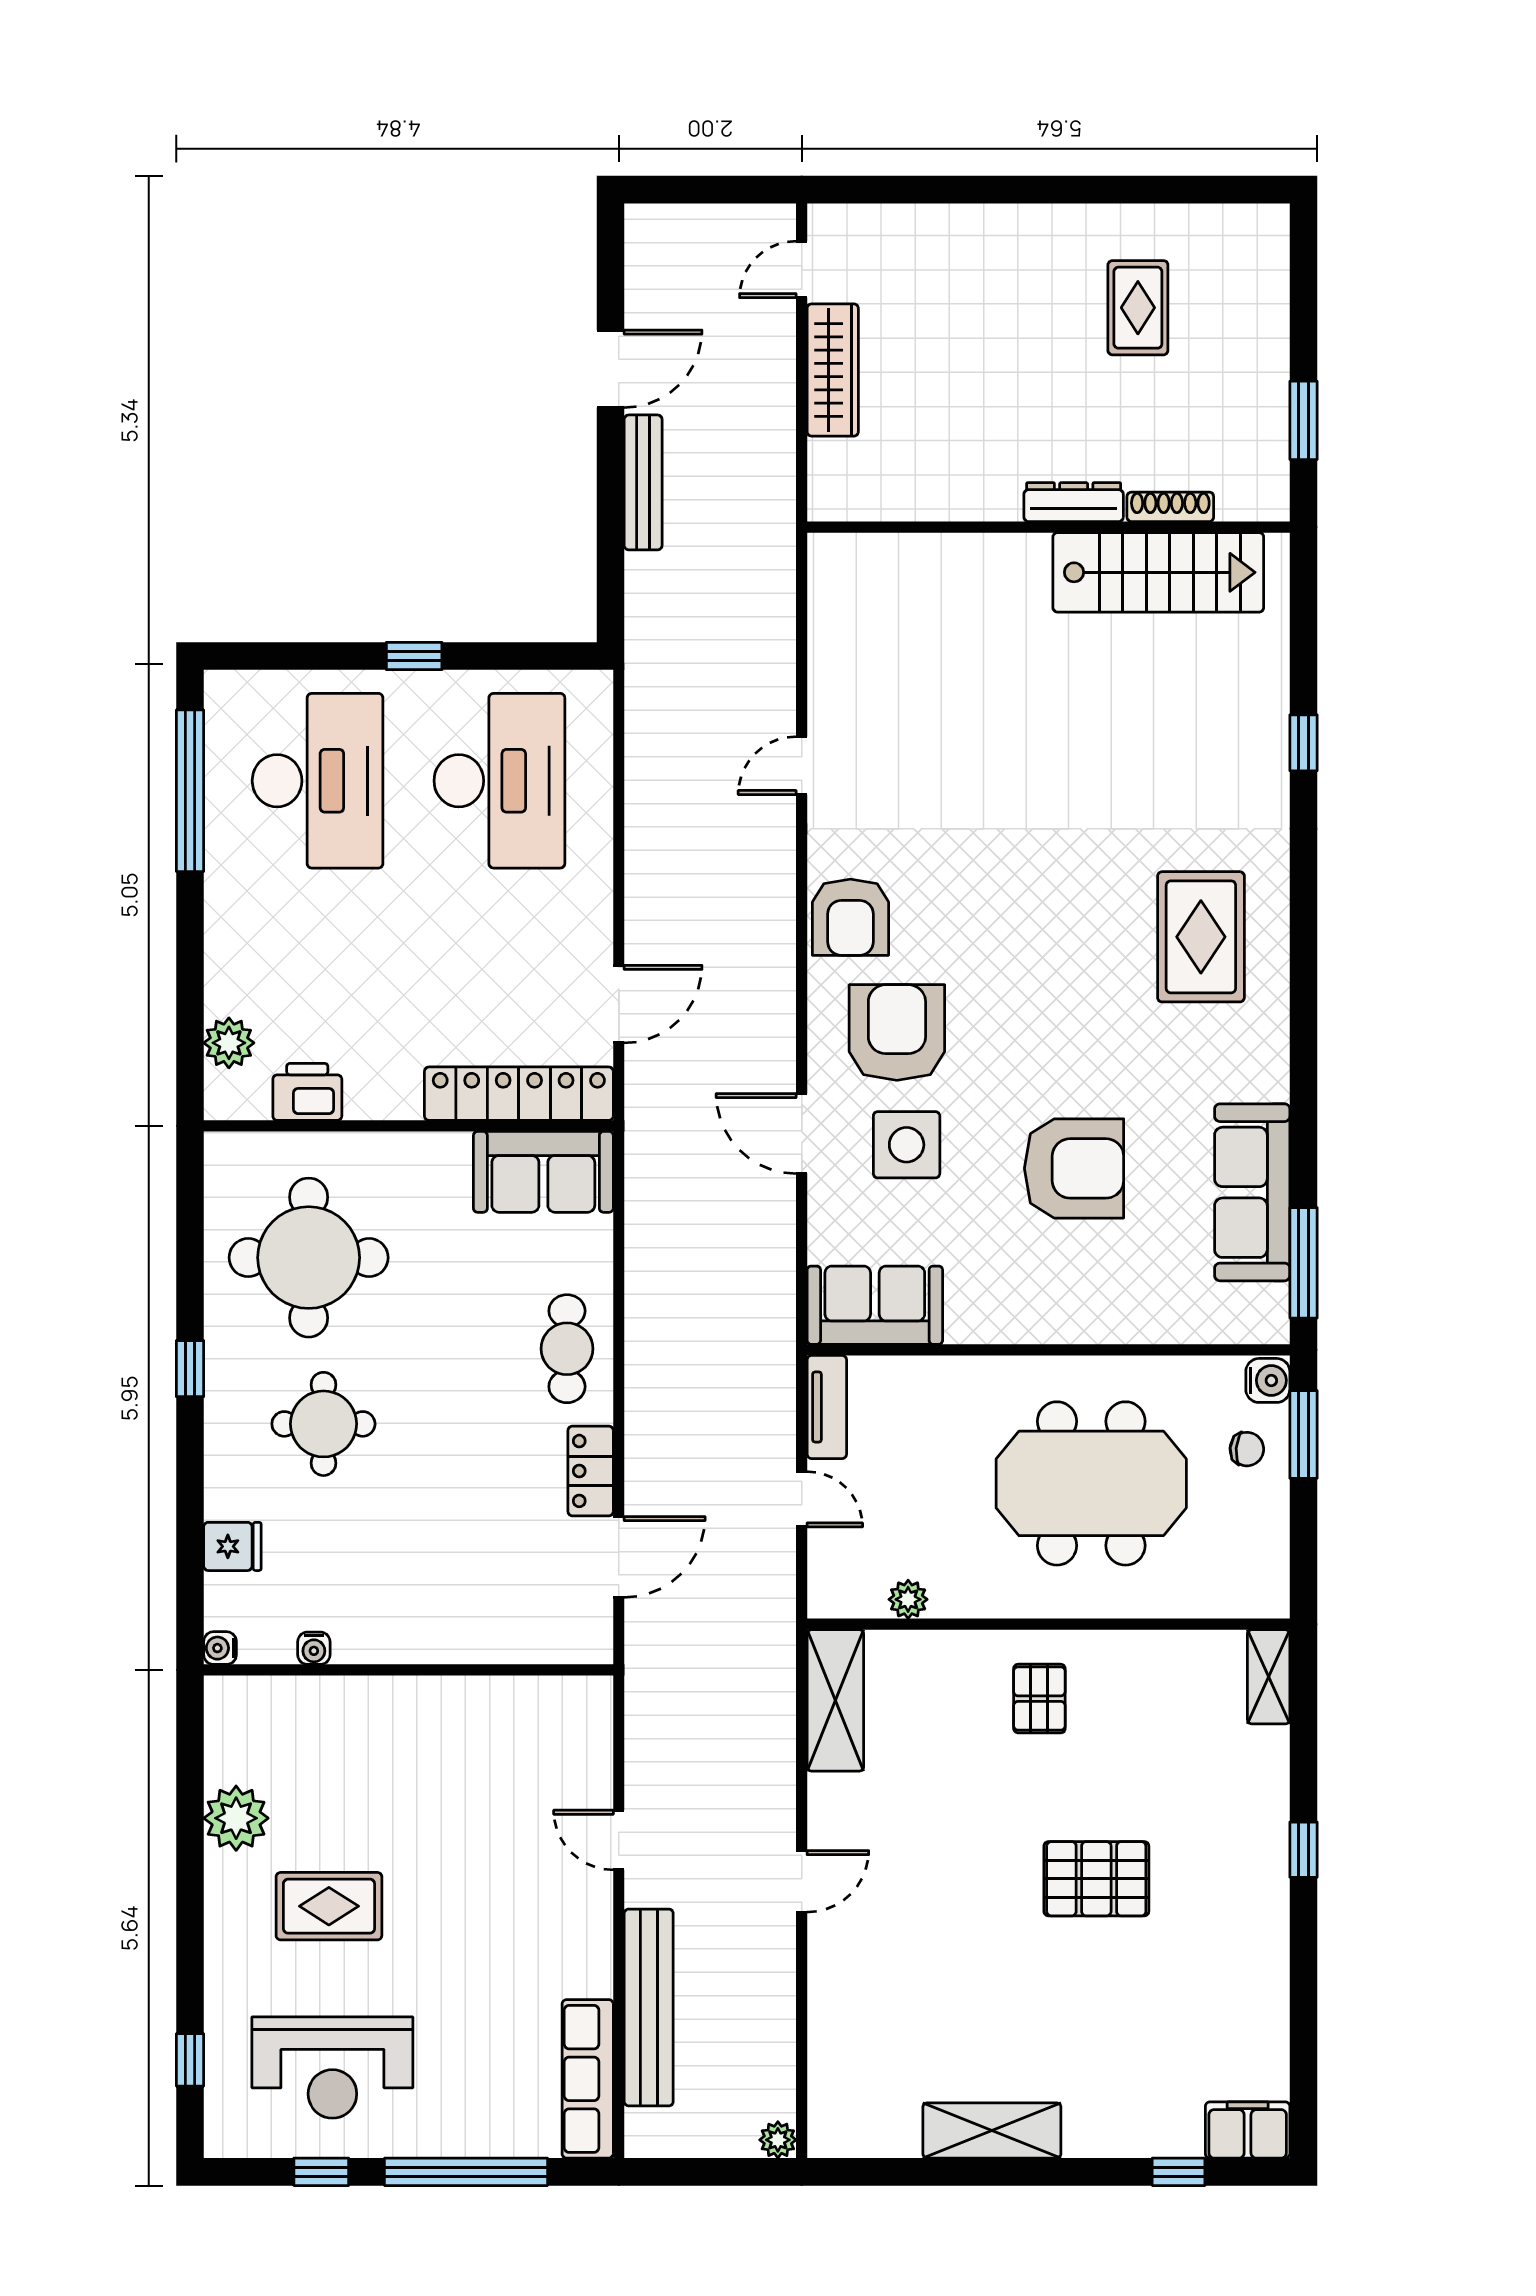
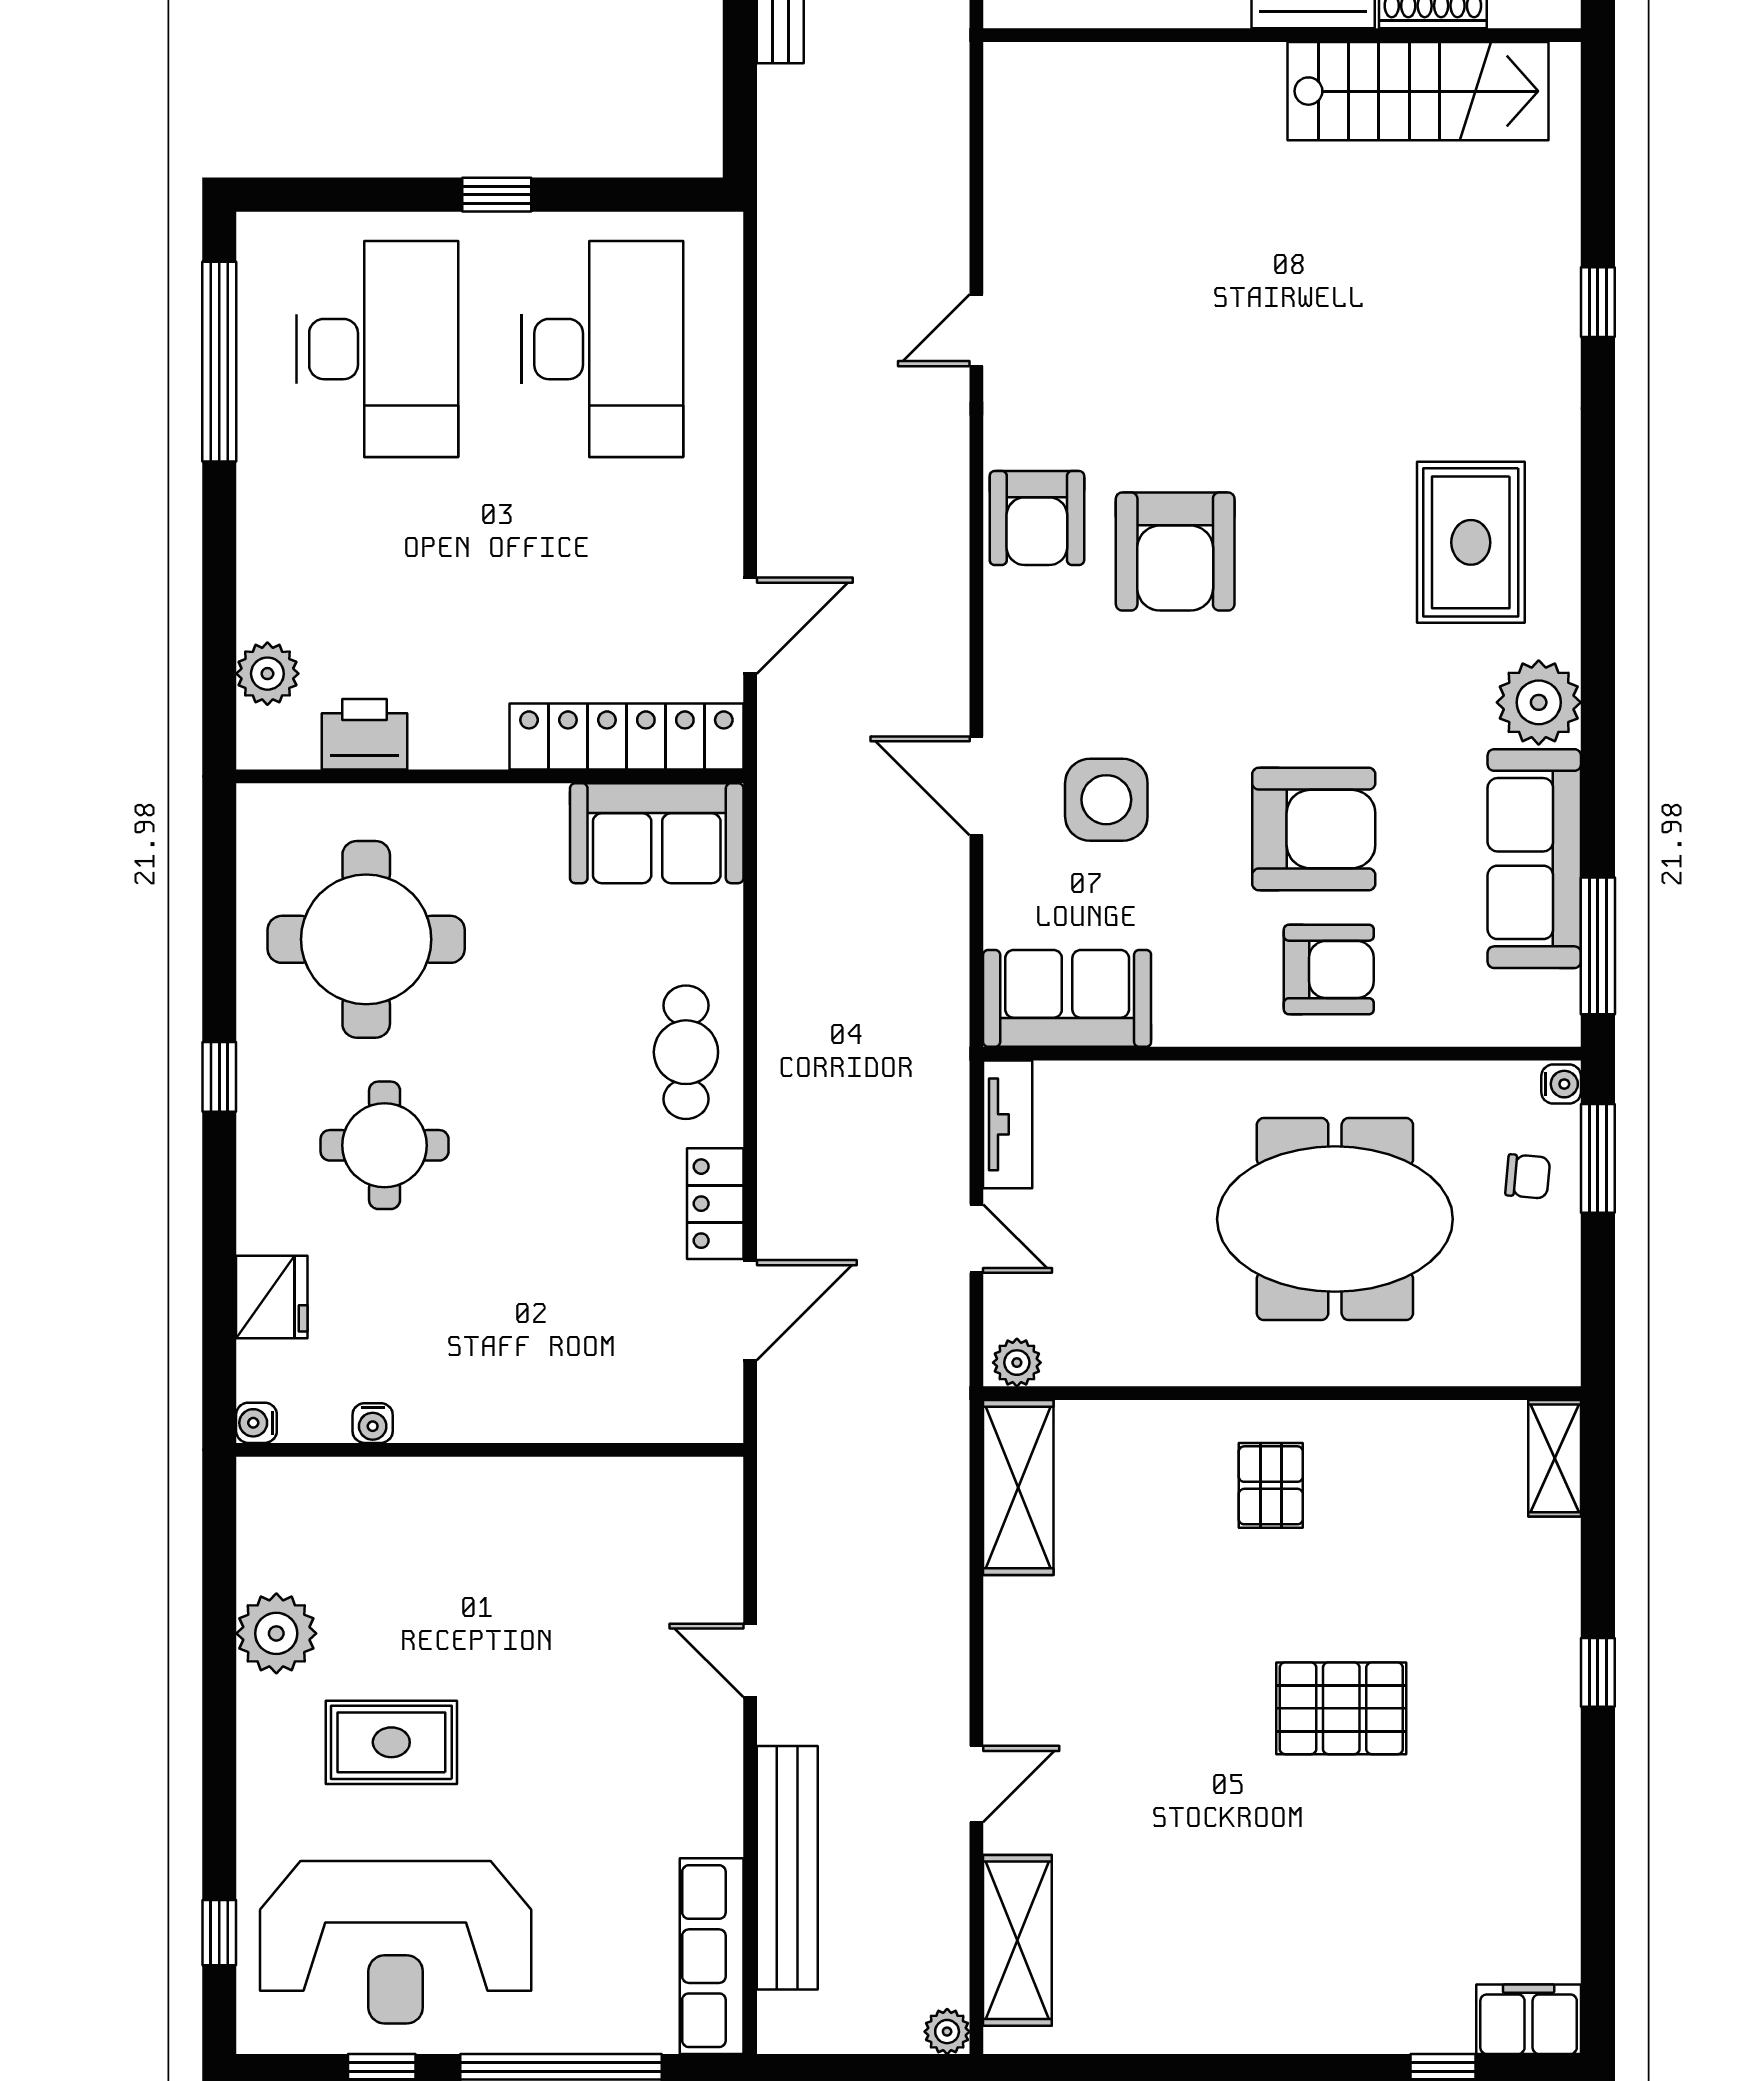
armchair: (897, 1033) -> (1175, 551), moved, turned 180
plant: (1256, 1066) -> (1539, 702), added
armchair: (1086, 1282) -> (1329, 969), added
water cooler: (1268, 1380) -> (1561, 1084), width x0.72, depth x0.72
fridge: (232, 1546) -> (272, 1297), width x1.38
plant: (908, 1599) -> (1017, 1363), moved
door: (802, 1881) -> (976, 1784), moved
reception desk: (332, 2068) -> (396, 1942), width x1.36, depth x1.30
shelving: (992, 2130) -> (1017, 1940), moved, turned 90

